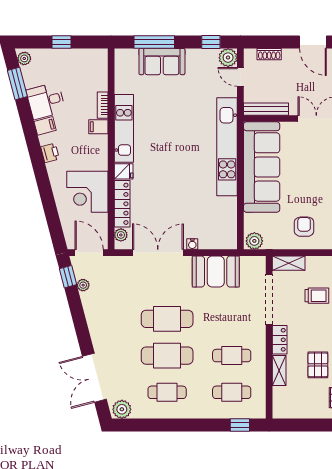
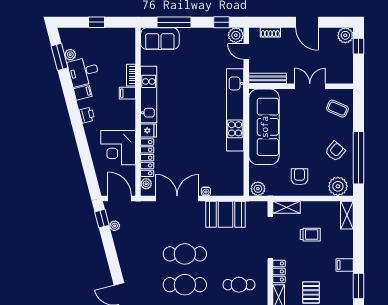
plant: (24, 58) -> (70, 55), moved
sofa: (162, 62) -> (160, 39), moved

